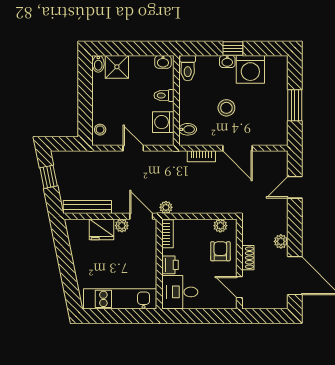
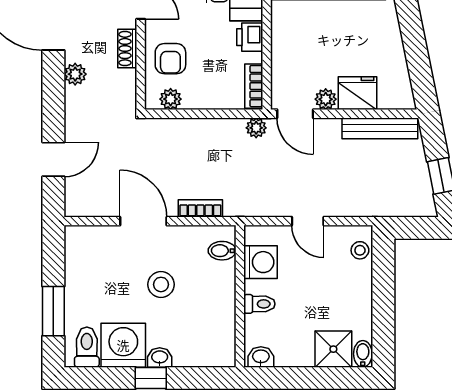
toilet: (188, 68) -> (87, 347), moved
window: (295, 105) -> (53, 311), moved

